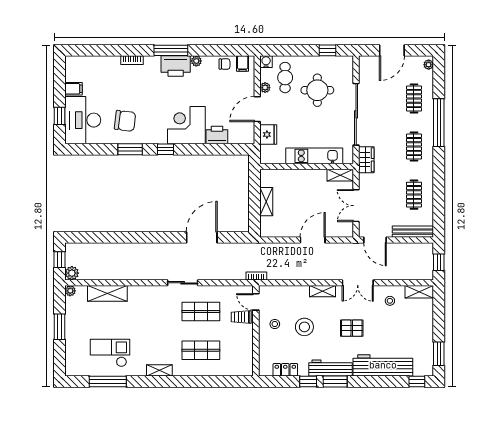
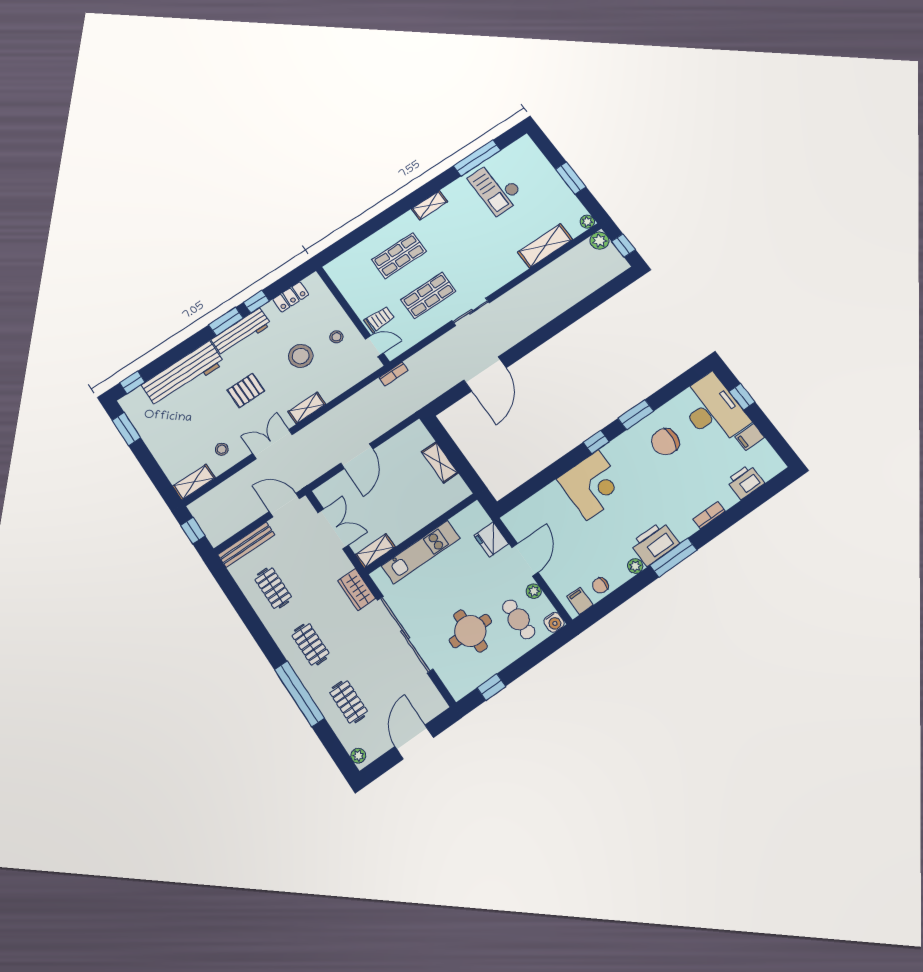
printer: (217, 135) -> (745, 482), moved, turned 180
checkout: (110, 353) -> (496, 188), turned 90

